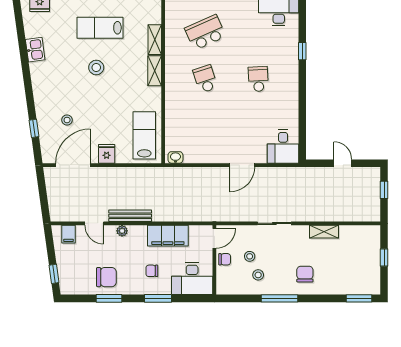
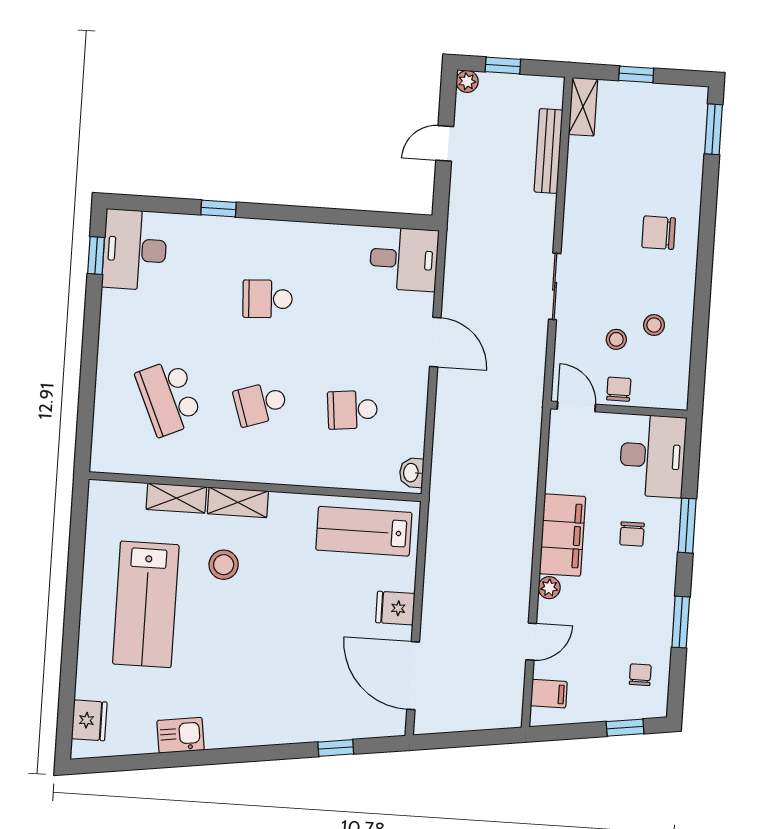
lab bench: (100, 28) -> (146, 604), width x1.36, depth x1.39
stool: (96, 68) -> (224, 565), moved
stool: (67, 120) -> (323, 682), removed
school desk: (205, 125) -> (352, 410), added
plant: (375, 172) -> (467, 81), added
bench: (130, 216) -> (548, 151), moved
shelving: (324, 232) -> (583, 107), moved
filing cabinet: (168, 236) -> (562, 535), moved
chair: (106, 277) -> (640, 675), moved, width x0.54, depth x0.54
window: (280, 298) -> (703, 286), removed

